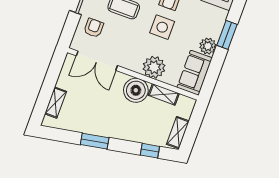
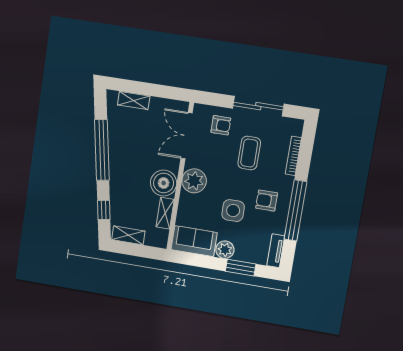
side table: (162, 27) -> (233, 211), moved
plant: (154, 67) -> (194, 181), moved
window: (95, 141) -> (102, 150), width x2.11

